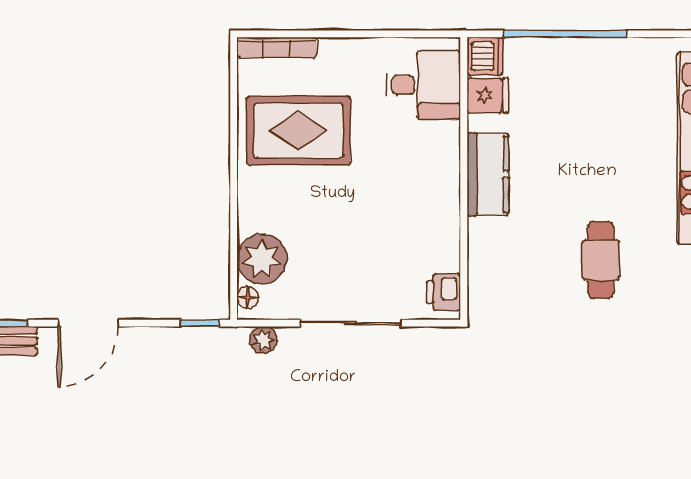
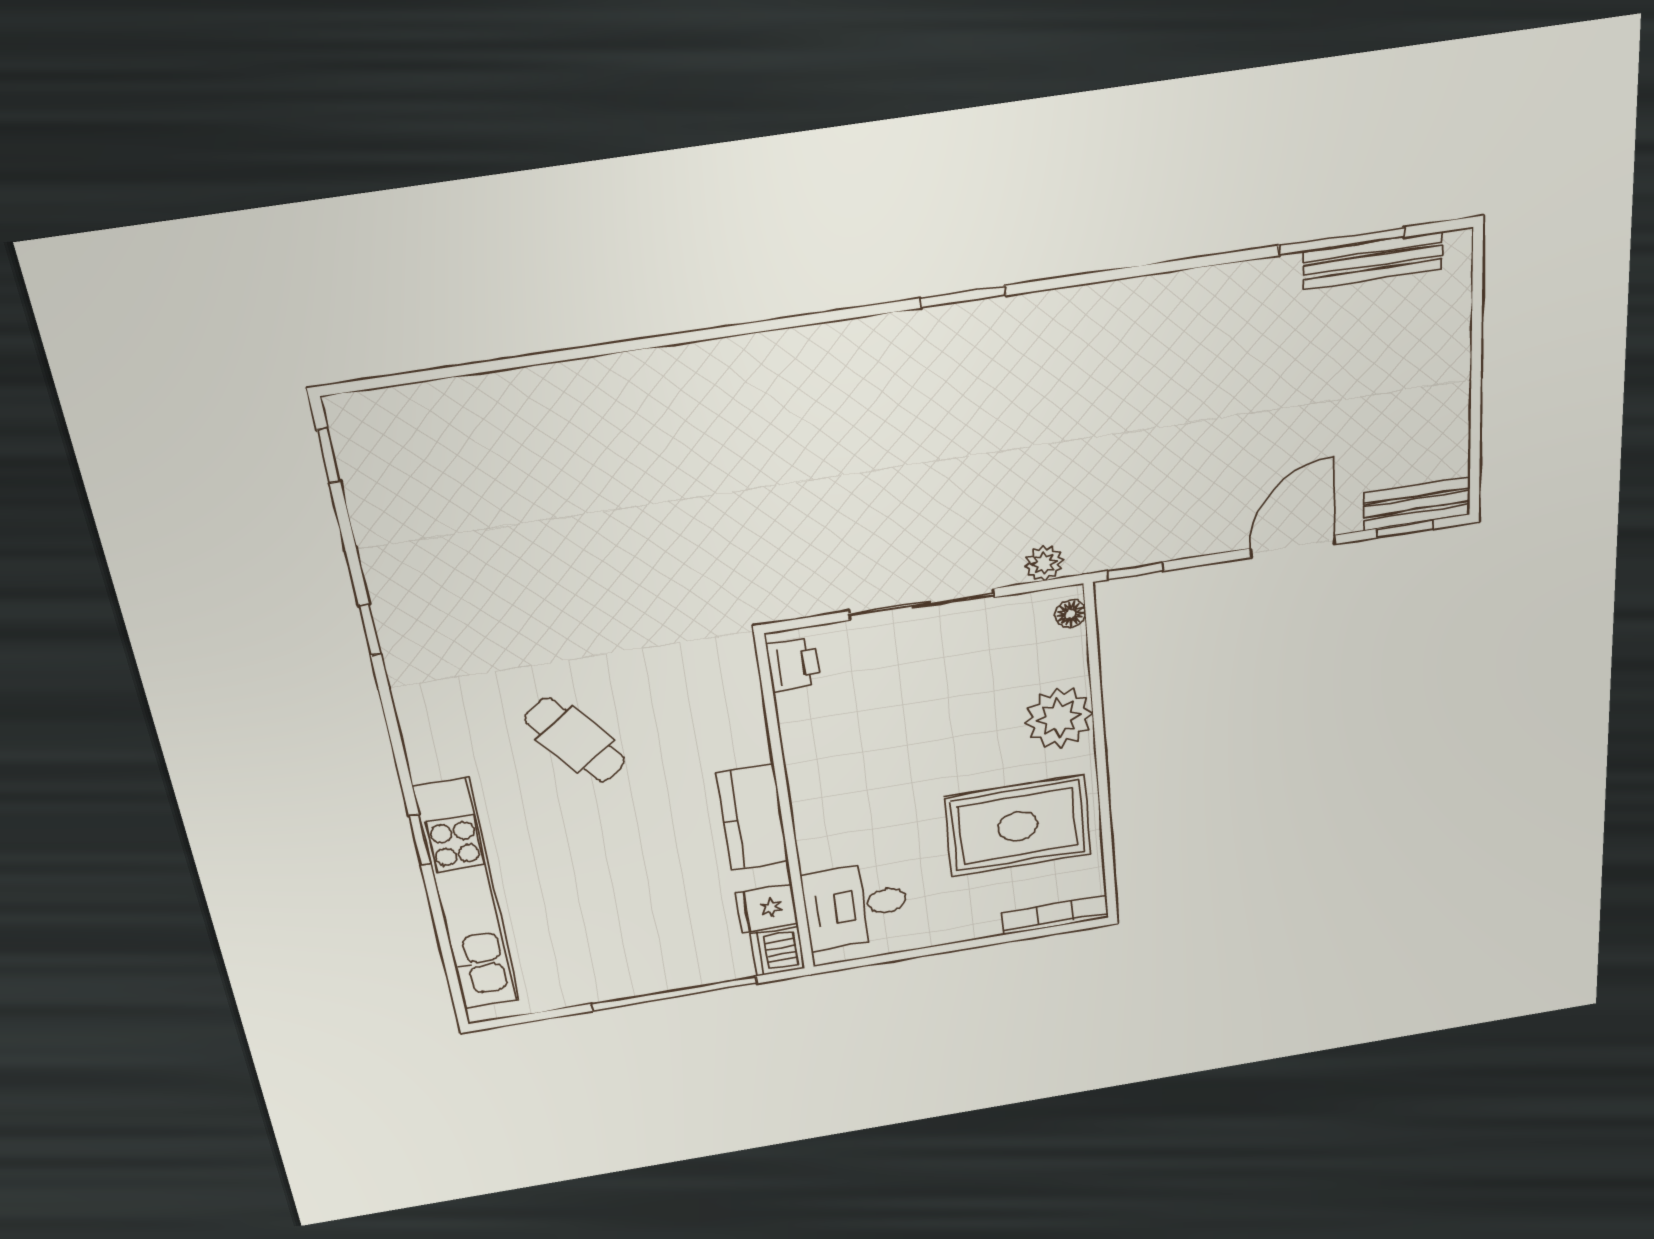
plant: (262, 259) -> (1059, 718), moved
cafe table: (601, 260) -> (575, 740), turned -37

